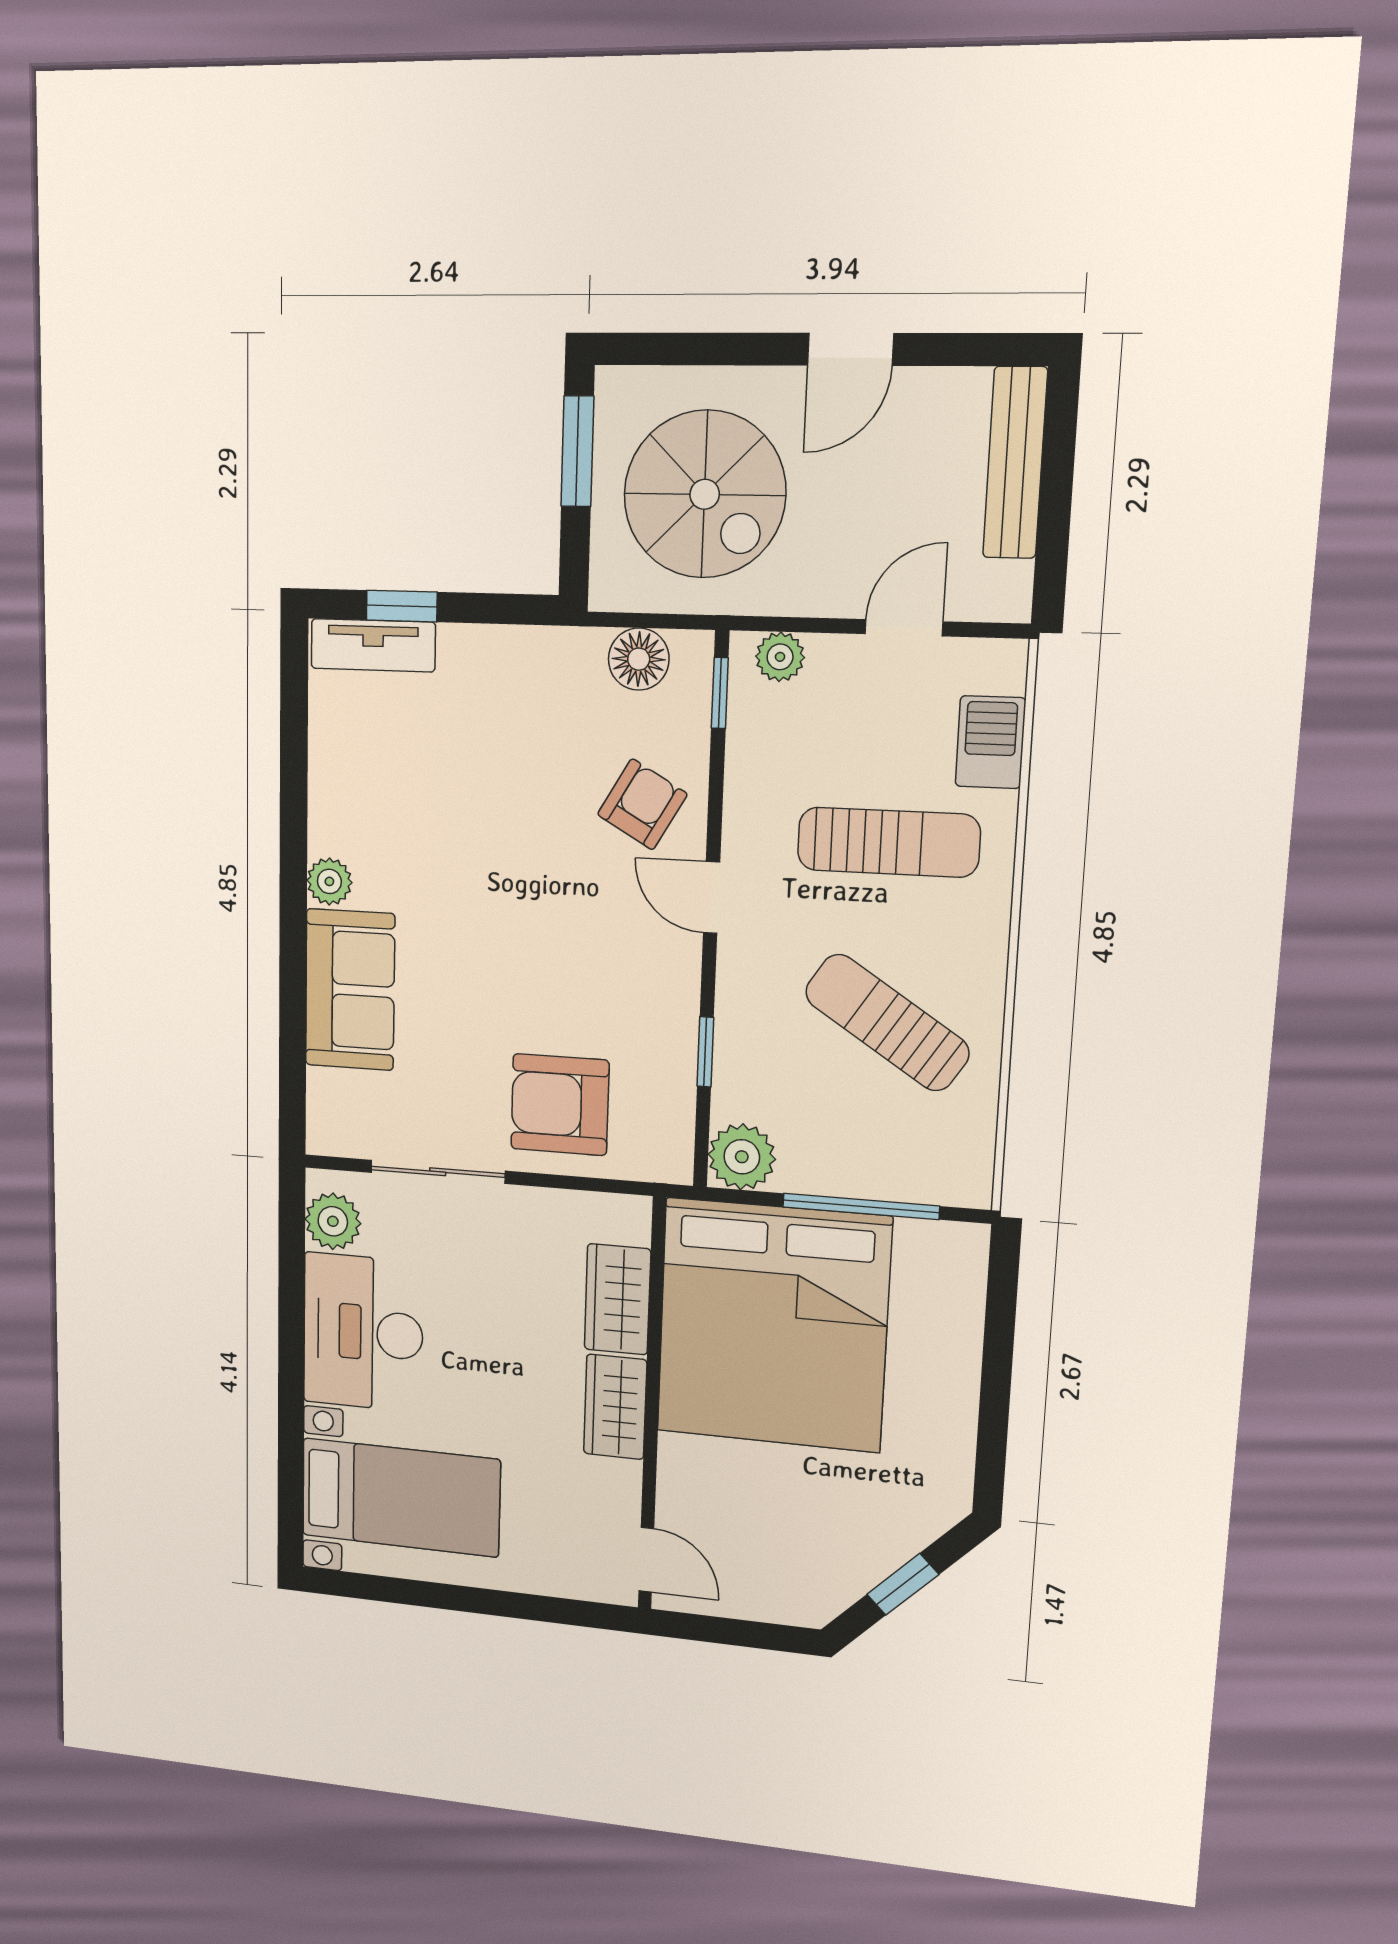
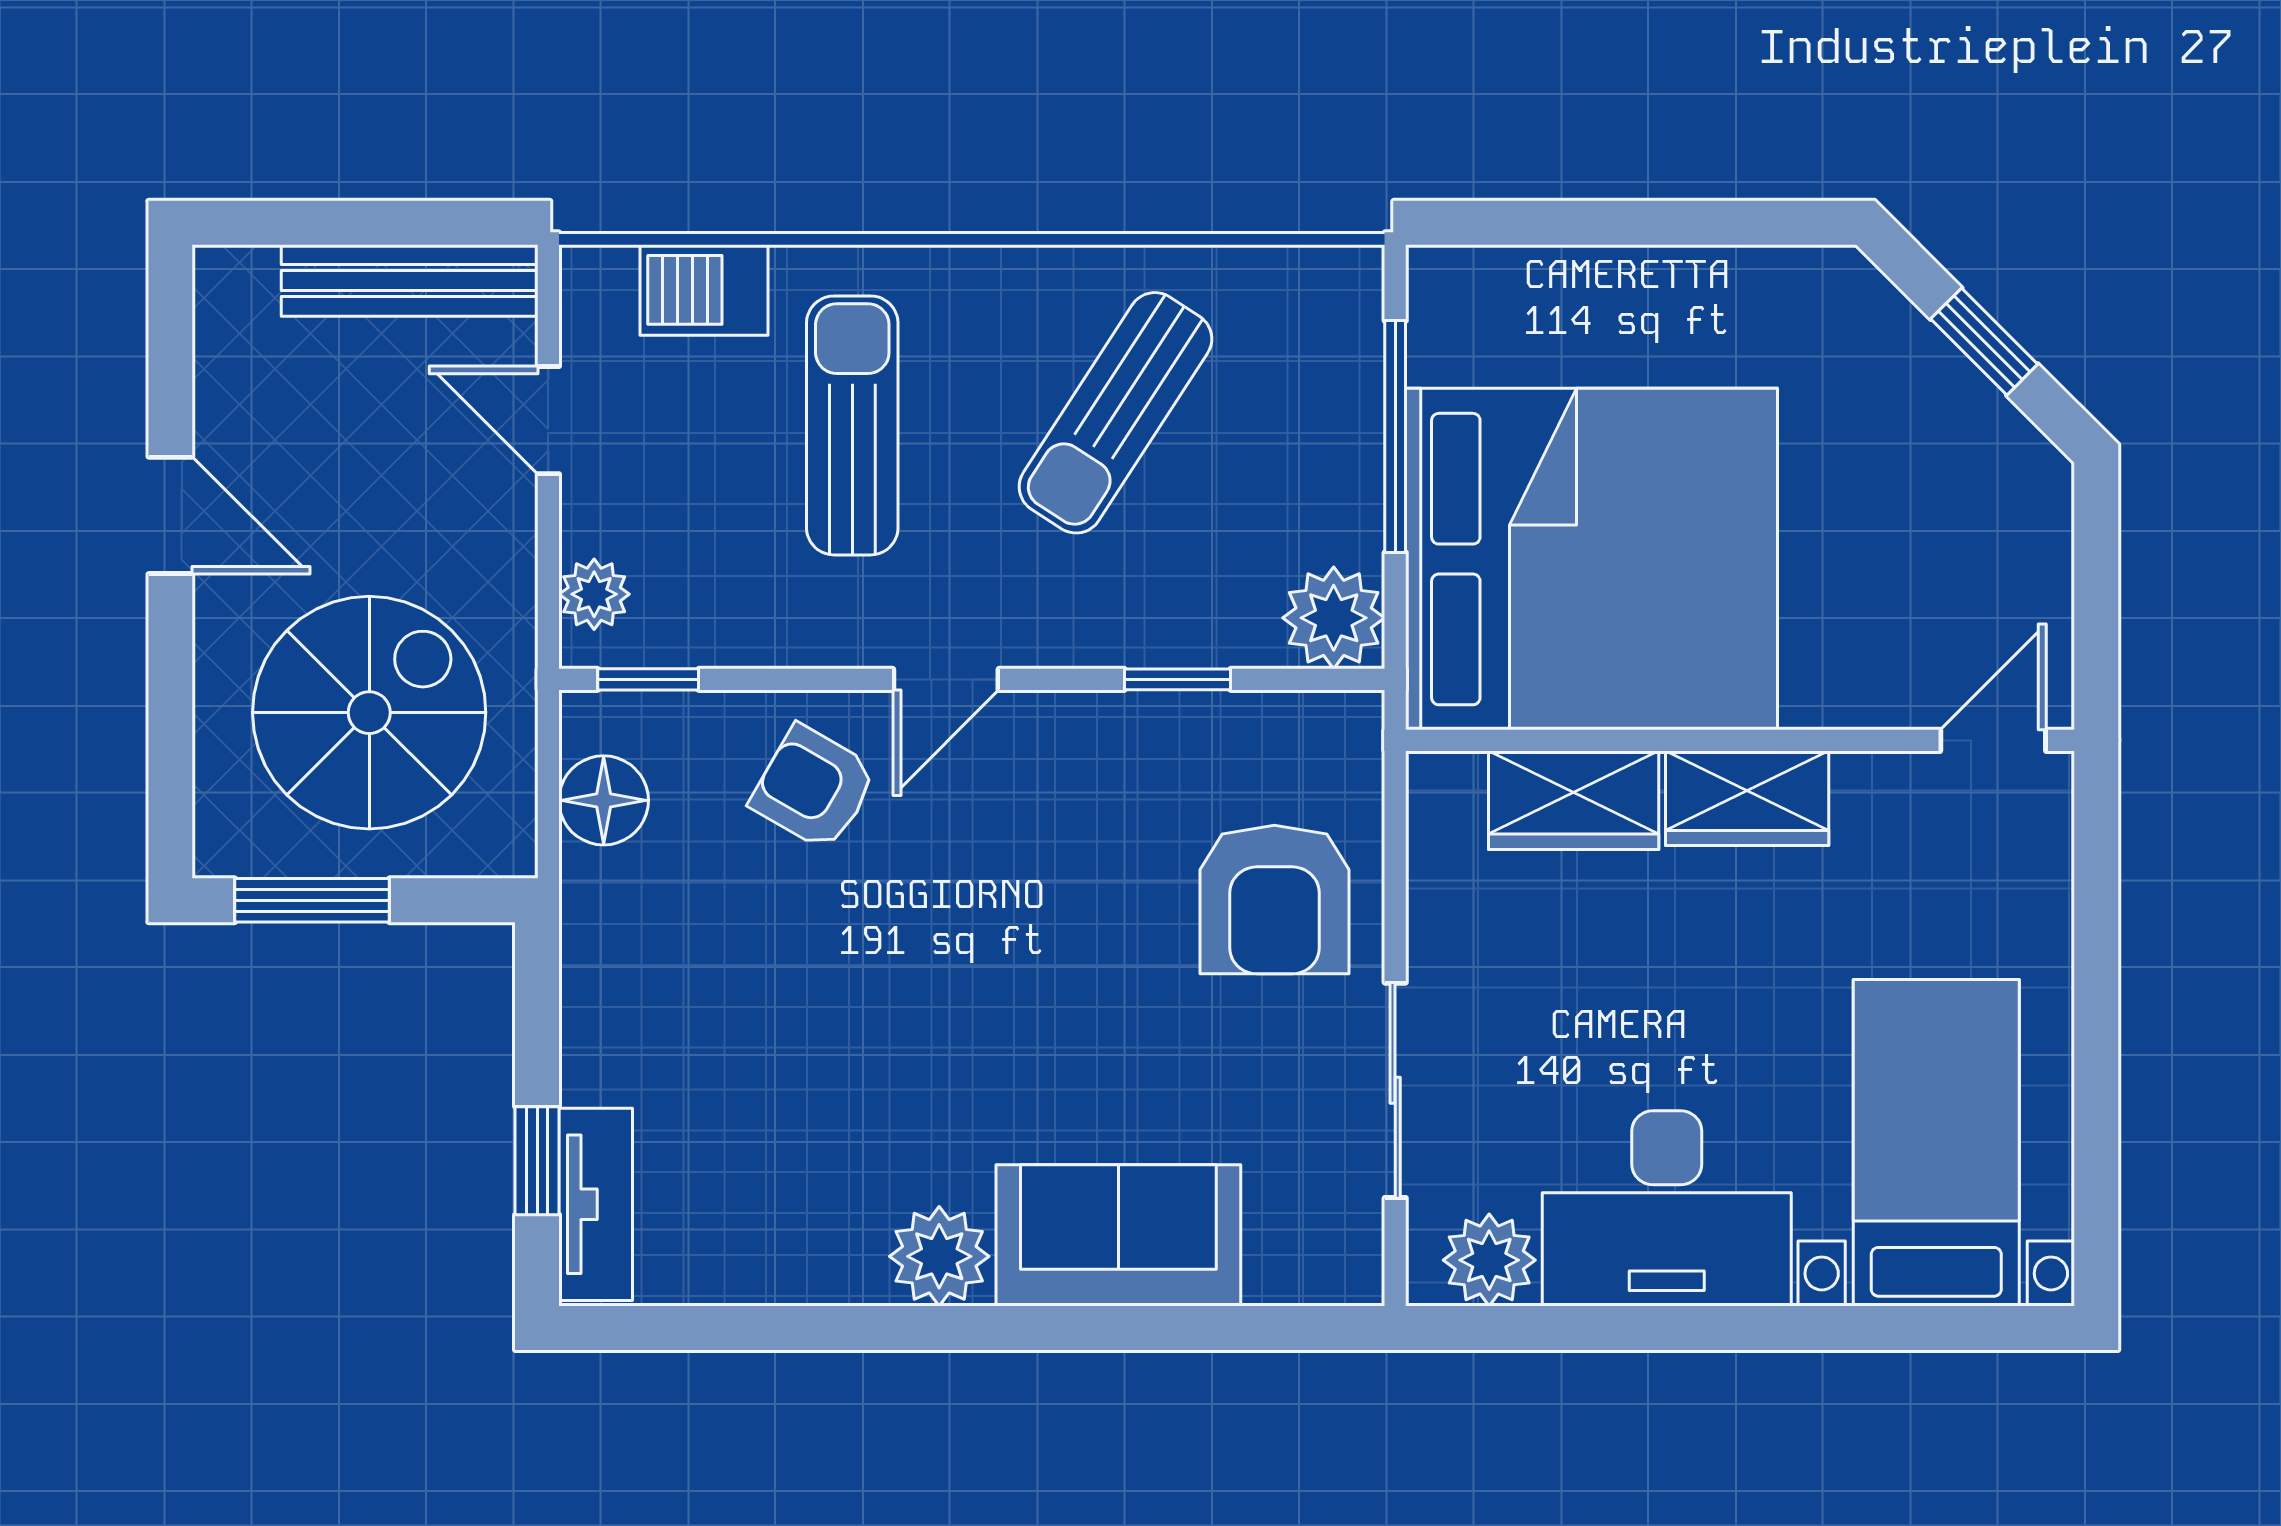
bench: (1015, 463) -> (410, 281), moved
plant: (329, 881) -> (939, 1256), width x1.38, depth x1.38

